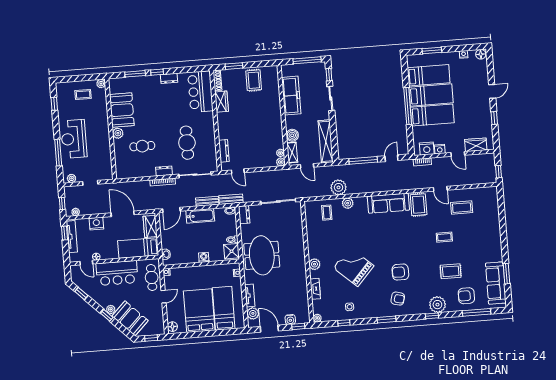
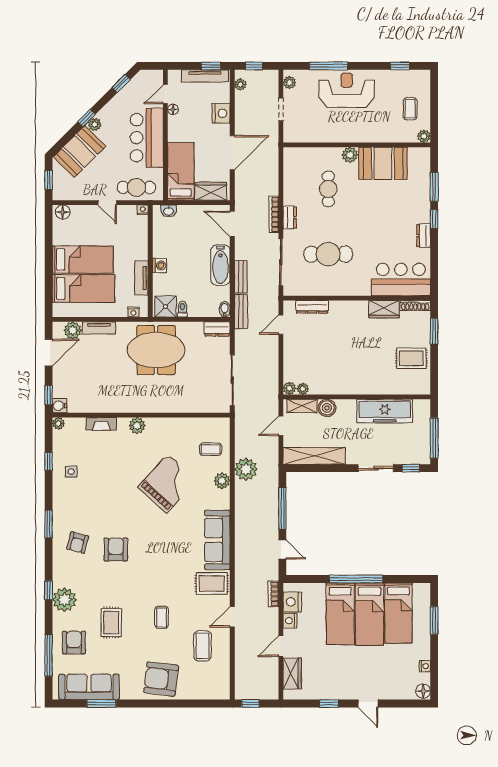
armchair: (487, 234) -> (161, 679), added
grand piano: (354, 267) -> (167, 484), moved
tv unit: (213, 269) -> (141, 278), added
bed: (199, 311) -> (83, 260), width x0.67
water cooler: (290, 319) -> (60, 406), moved

